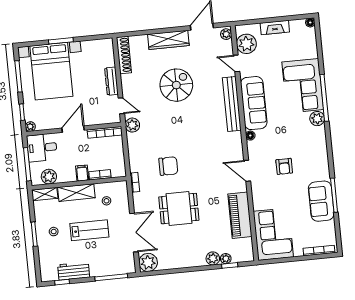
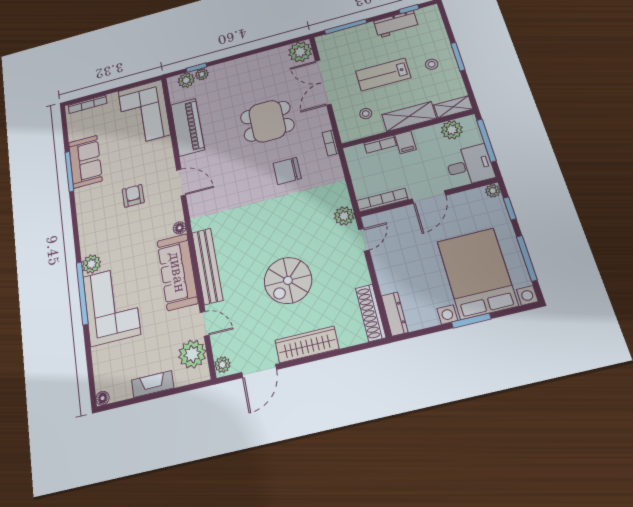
dresser: (111, 81) -> (395, 314), moved
door: (121, 106) -> (364, 240), swing flipped
plant: (213, 258) -> (186, 80), moved

